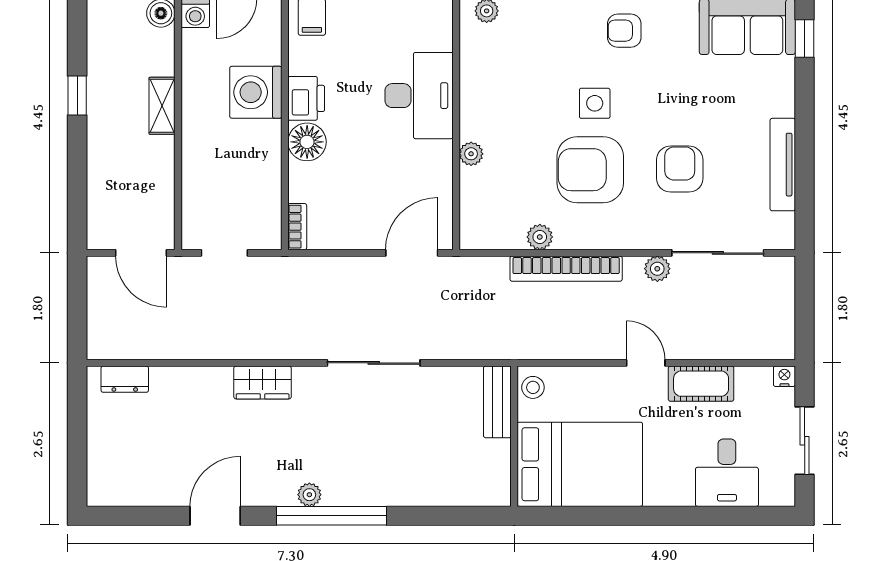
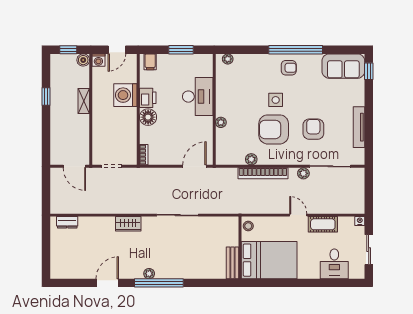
armchair: (624, 31) -> (289, 68), turned 180
bench: (497, 402) -> (232, 263), moved

